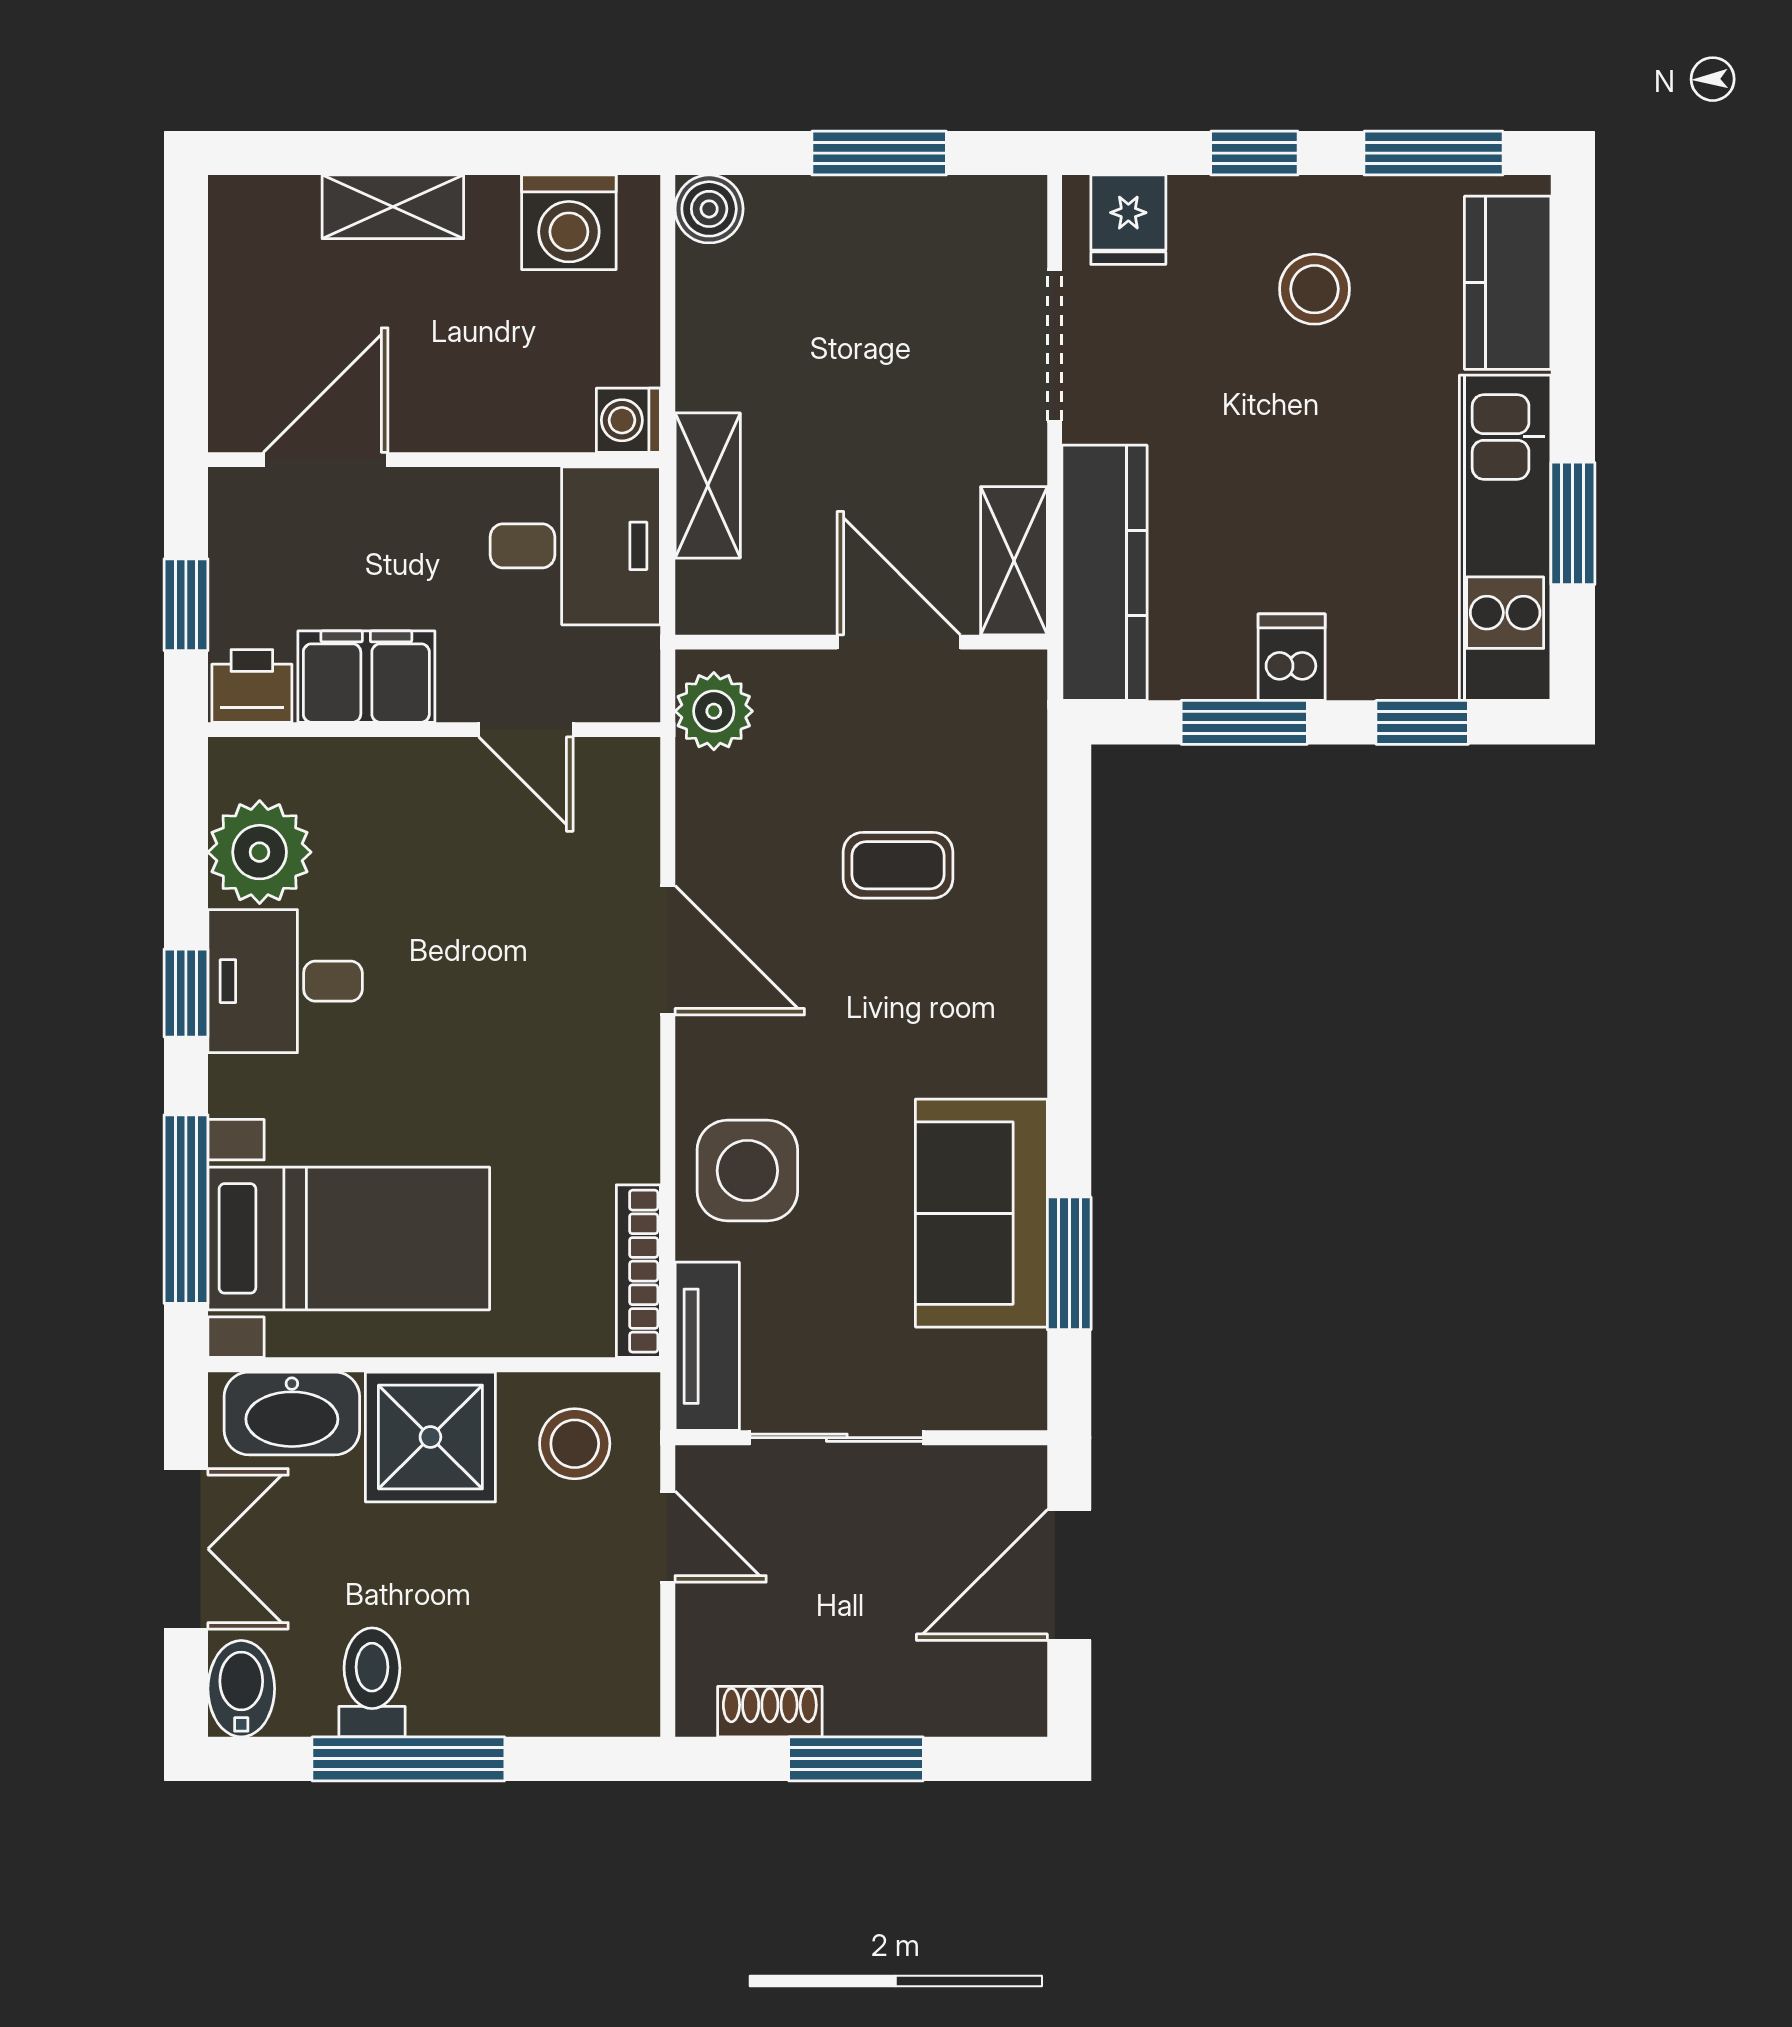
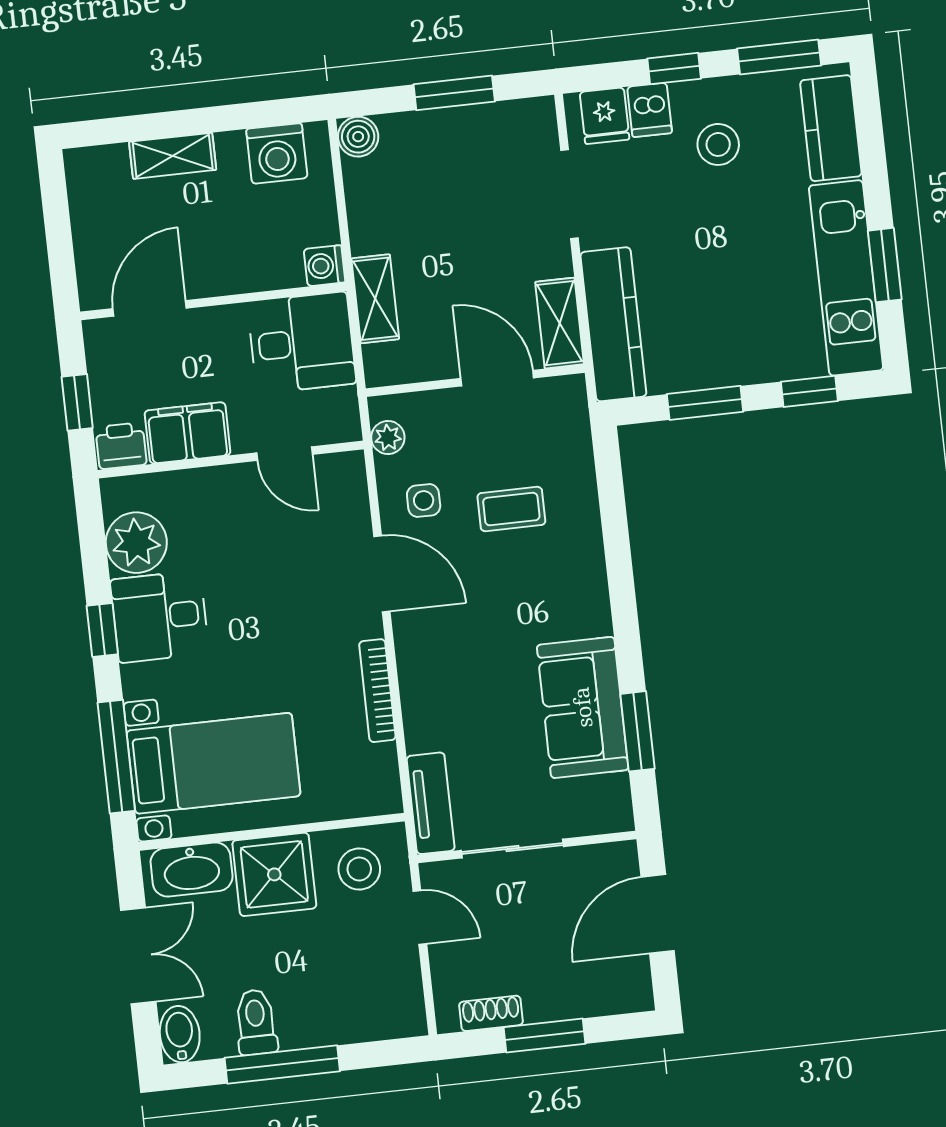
dishwasher: (1292, 657) -> (650, 110), moved, turned 180
plant: (714, 711) -> (388, 438), width x0.73, depth x0.73
side table: (747, 1171) -> (424, 500), moved, width x0.54, depth x0.54
bookcase: (638, 1271) -> (377, 691), moved

